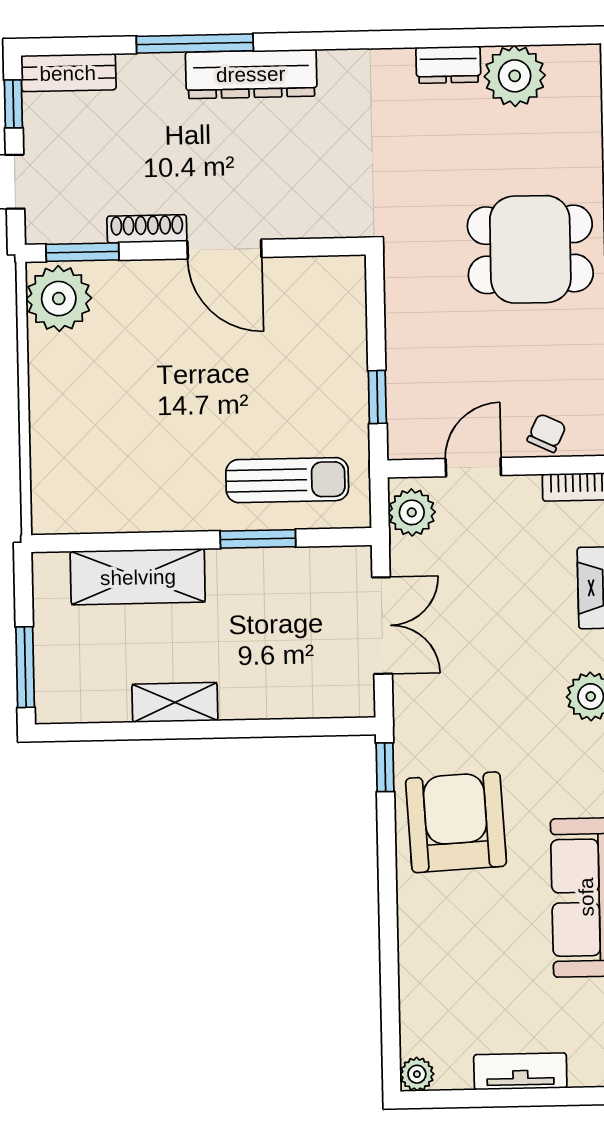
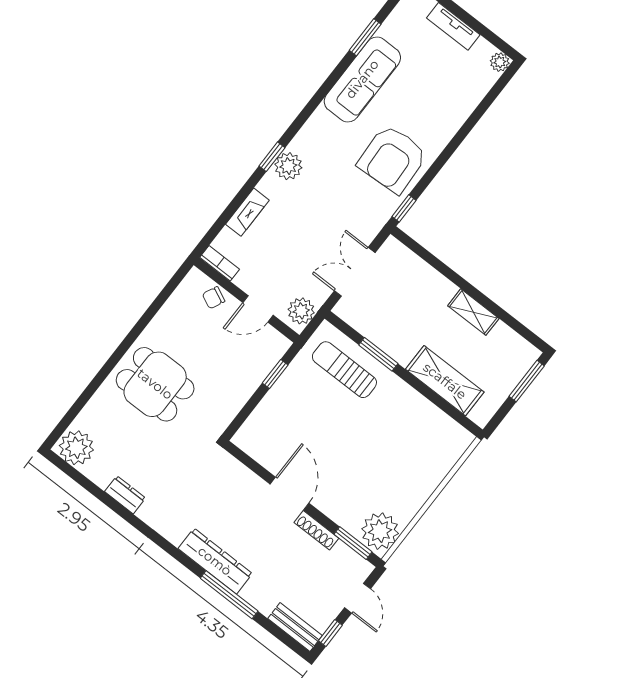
plant: (515, 76) -> (76, 448), moved

